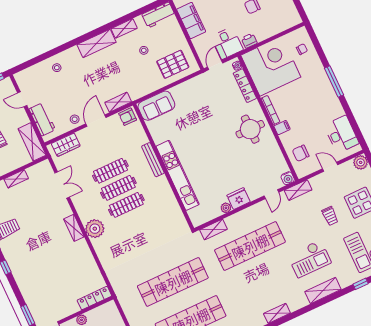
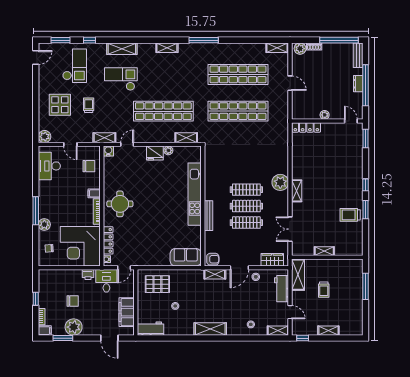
shelving: (124, 28) -> (278, 331), moved
plant: (318, 71) -> (44, 224), added

